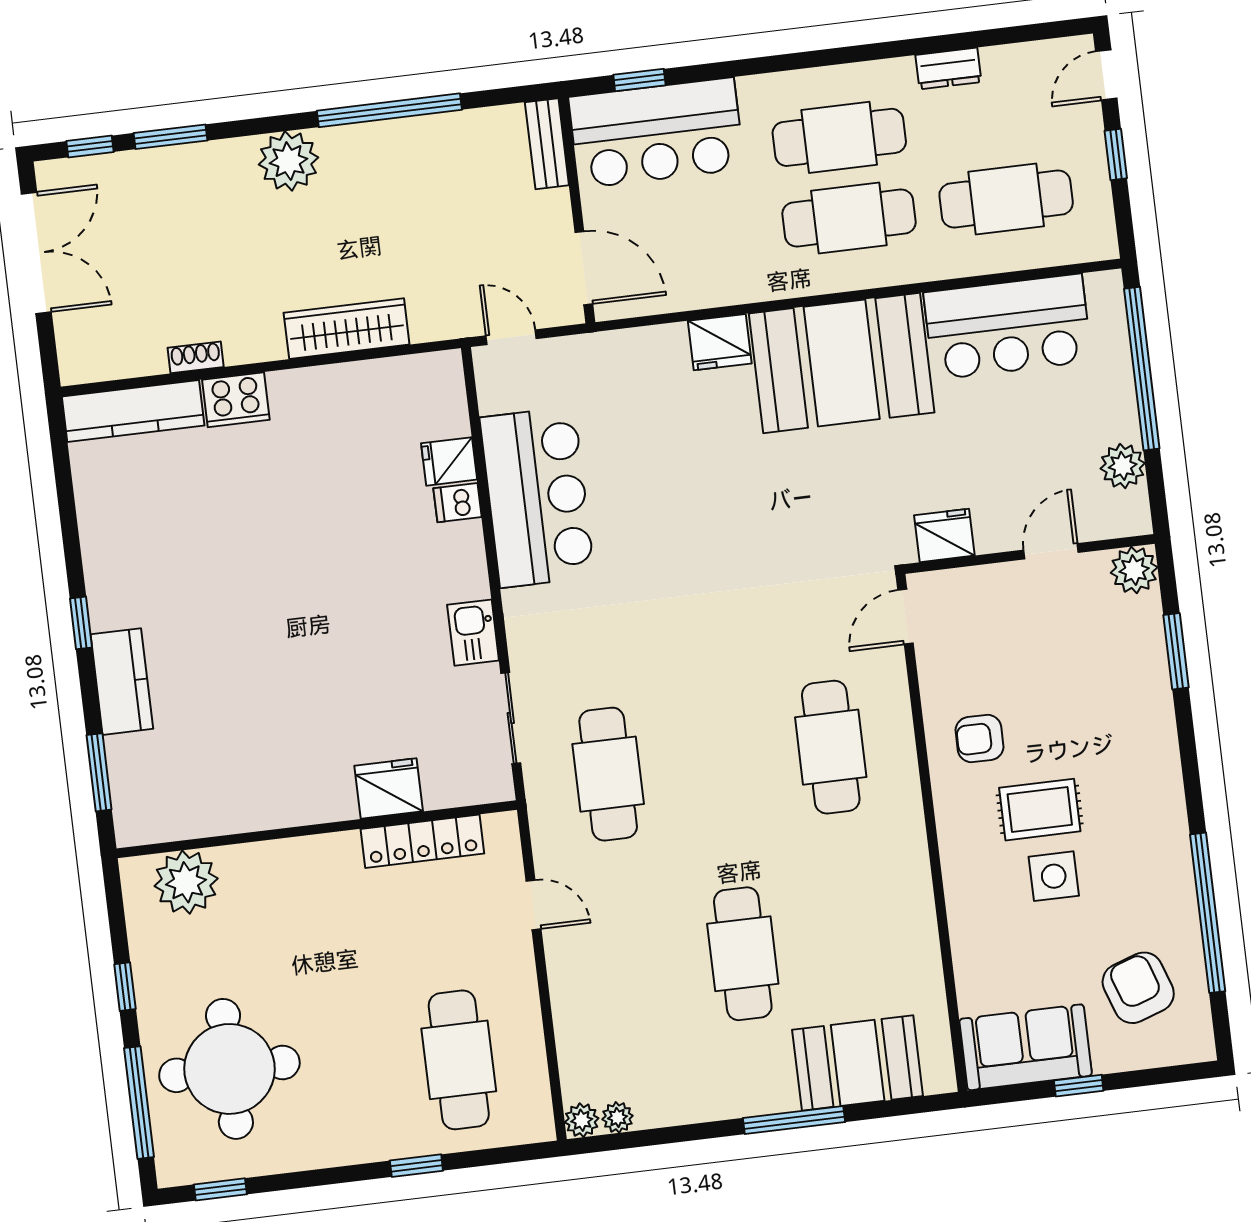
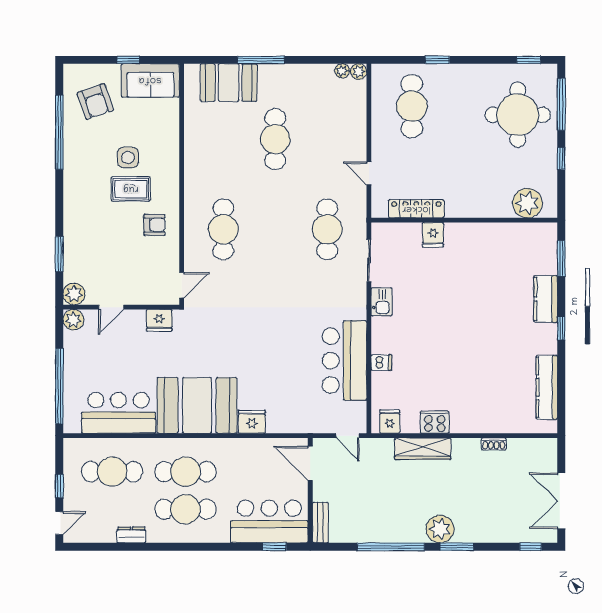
window: (171, 137) -> (457, 547), moved
cooker: (236, 400) -> (435, 422), moved
kitchen counter: (133, 411) -> (547, 387), moved, turned -90
fridge: (449, 461) -> (390, 421), moved, turned -90
plant: (1123, 466) -> (73, 320), moved
fridge: (389, 789) -> (433, 235), width x0.72

